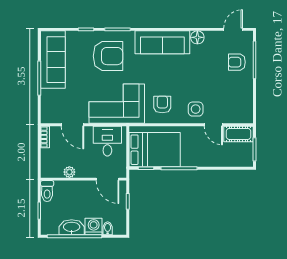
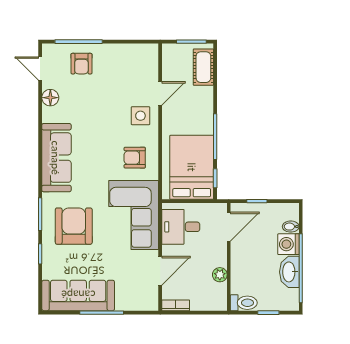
floor lamp: (197, 37) -> (50, 98), moved
cot: (239, 134) -> (203, 67), moved

